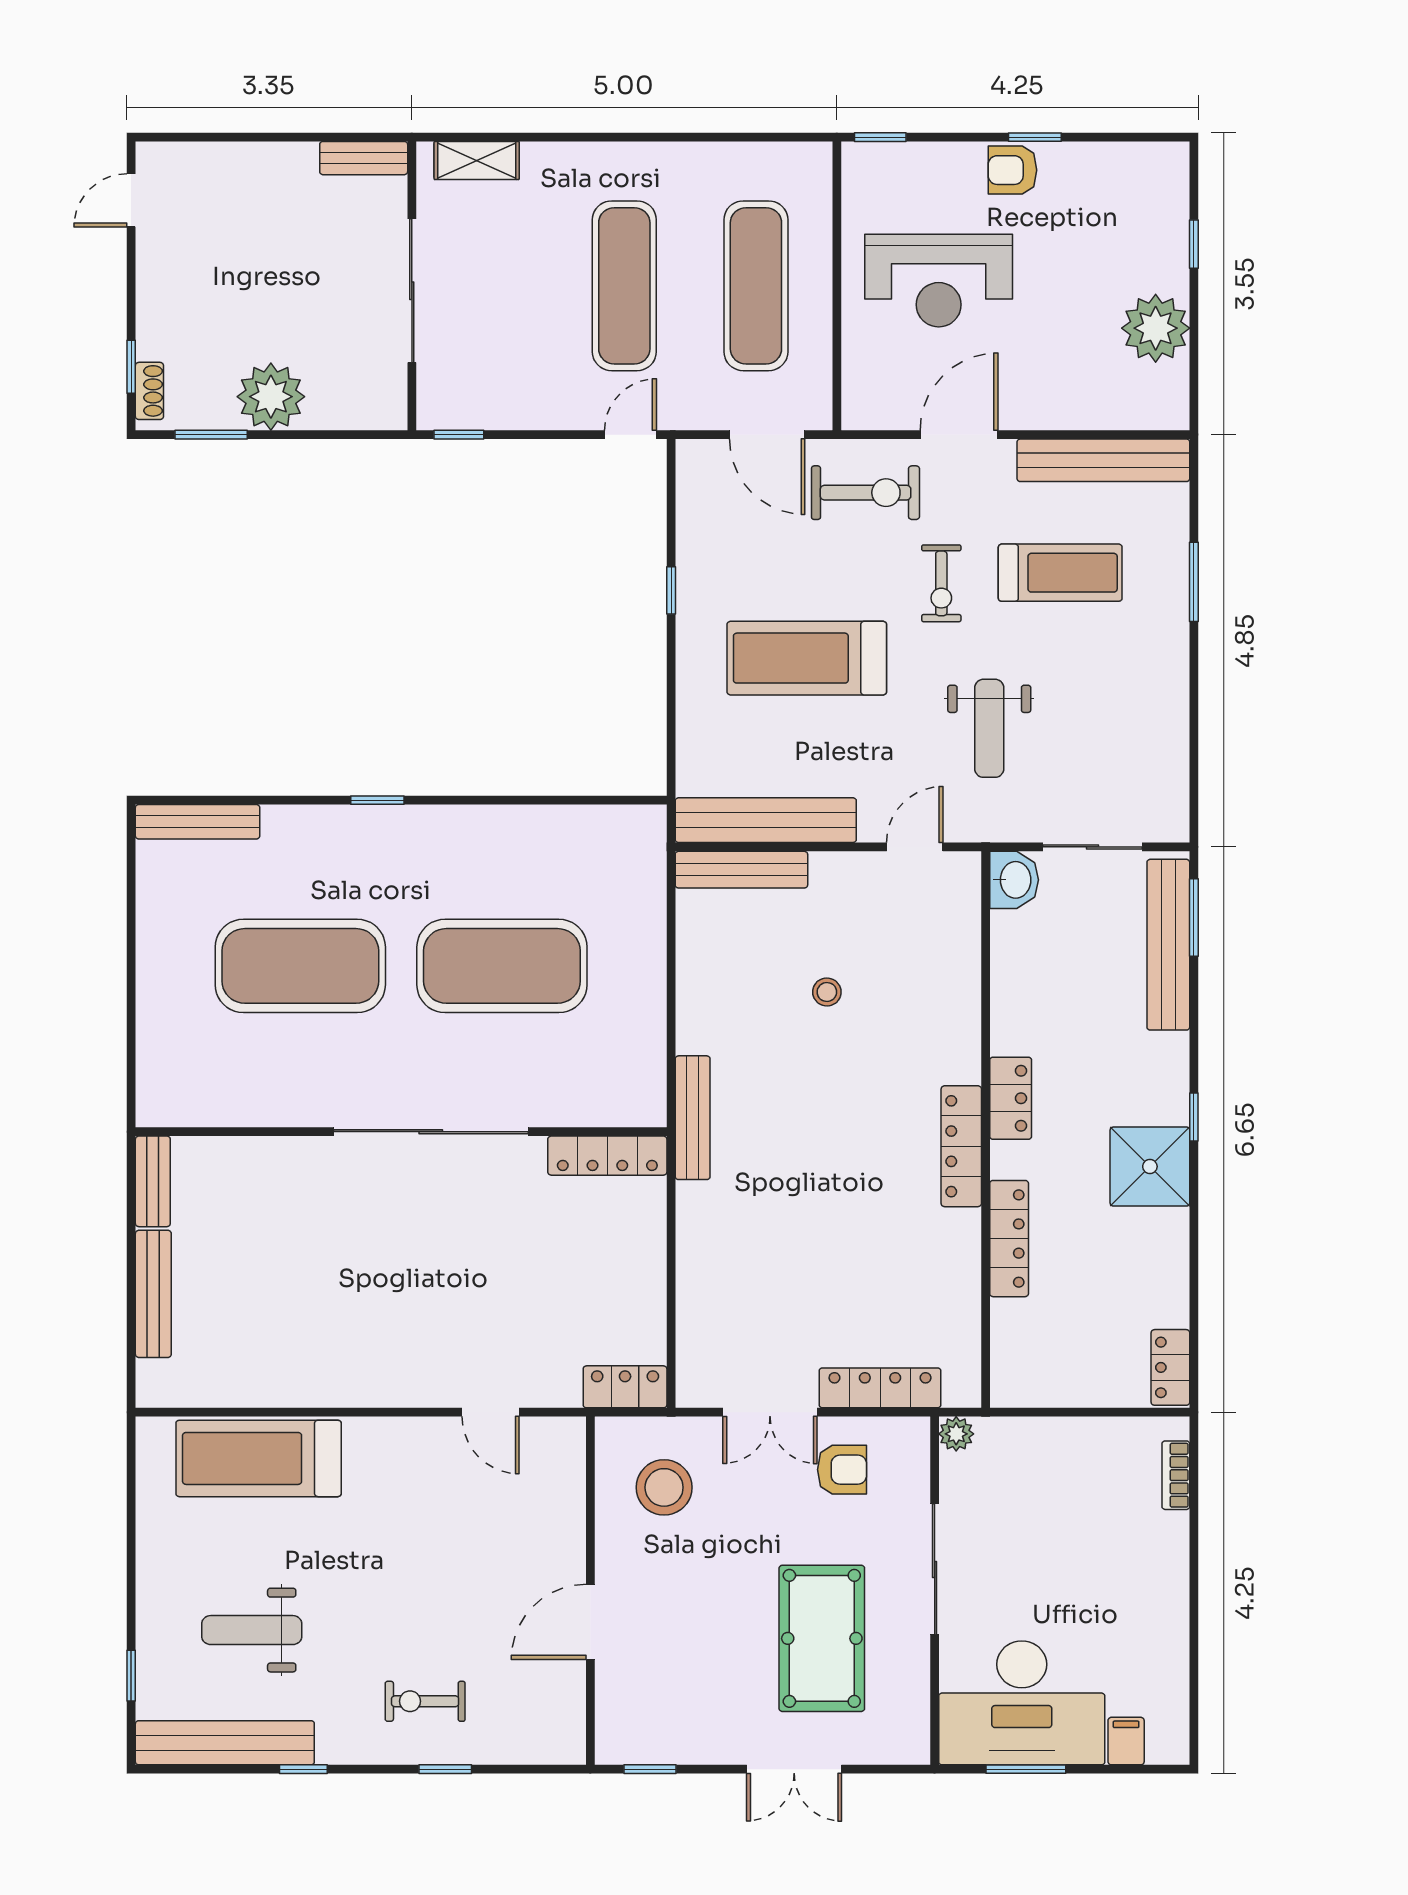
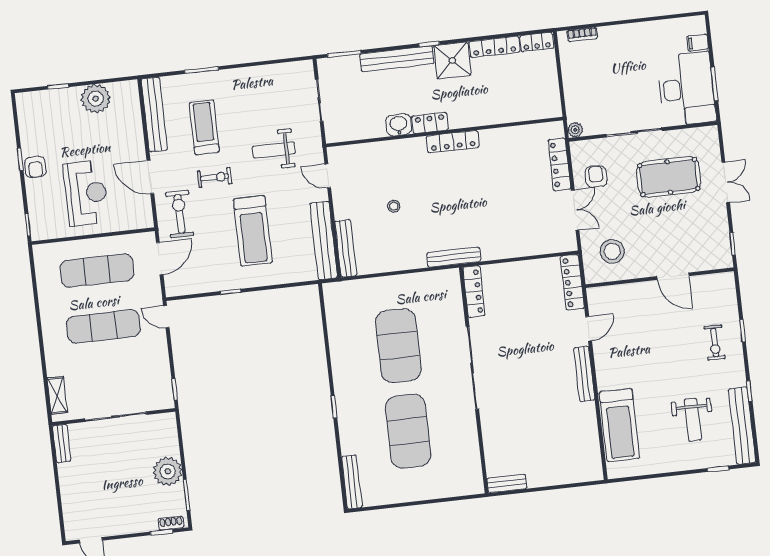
weight bench: (989, 728) -> (274, 150), turned 180
washbasin: (1014, 880) -> (399, 125), moved
bench: (1168, 945) -> (397, 59), moved
locker: (1009, 1239) -> (494, 47), moved, turned 180
bench: (153, 1294) -> (584, 374), moved, turned 90
locker: (625, 1387) -> (572, 282), width x1.53

